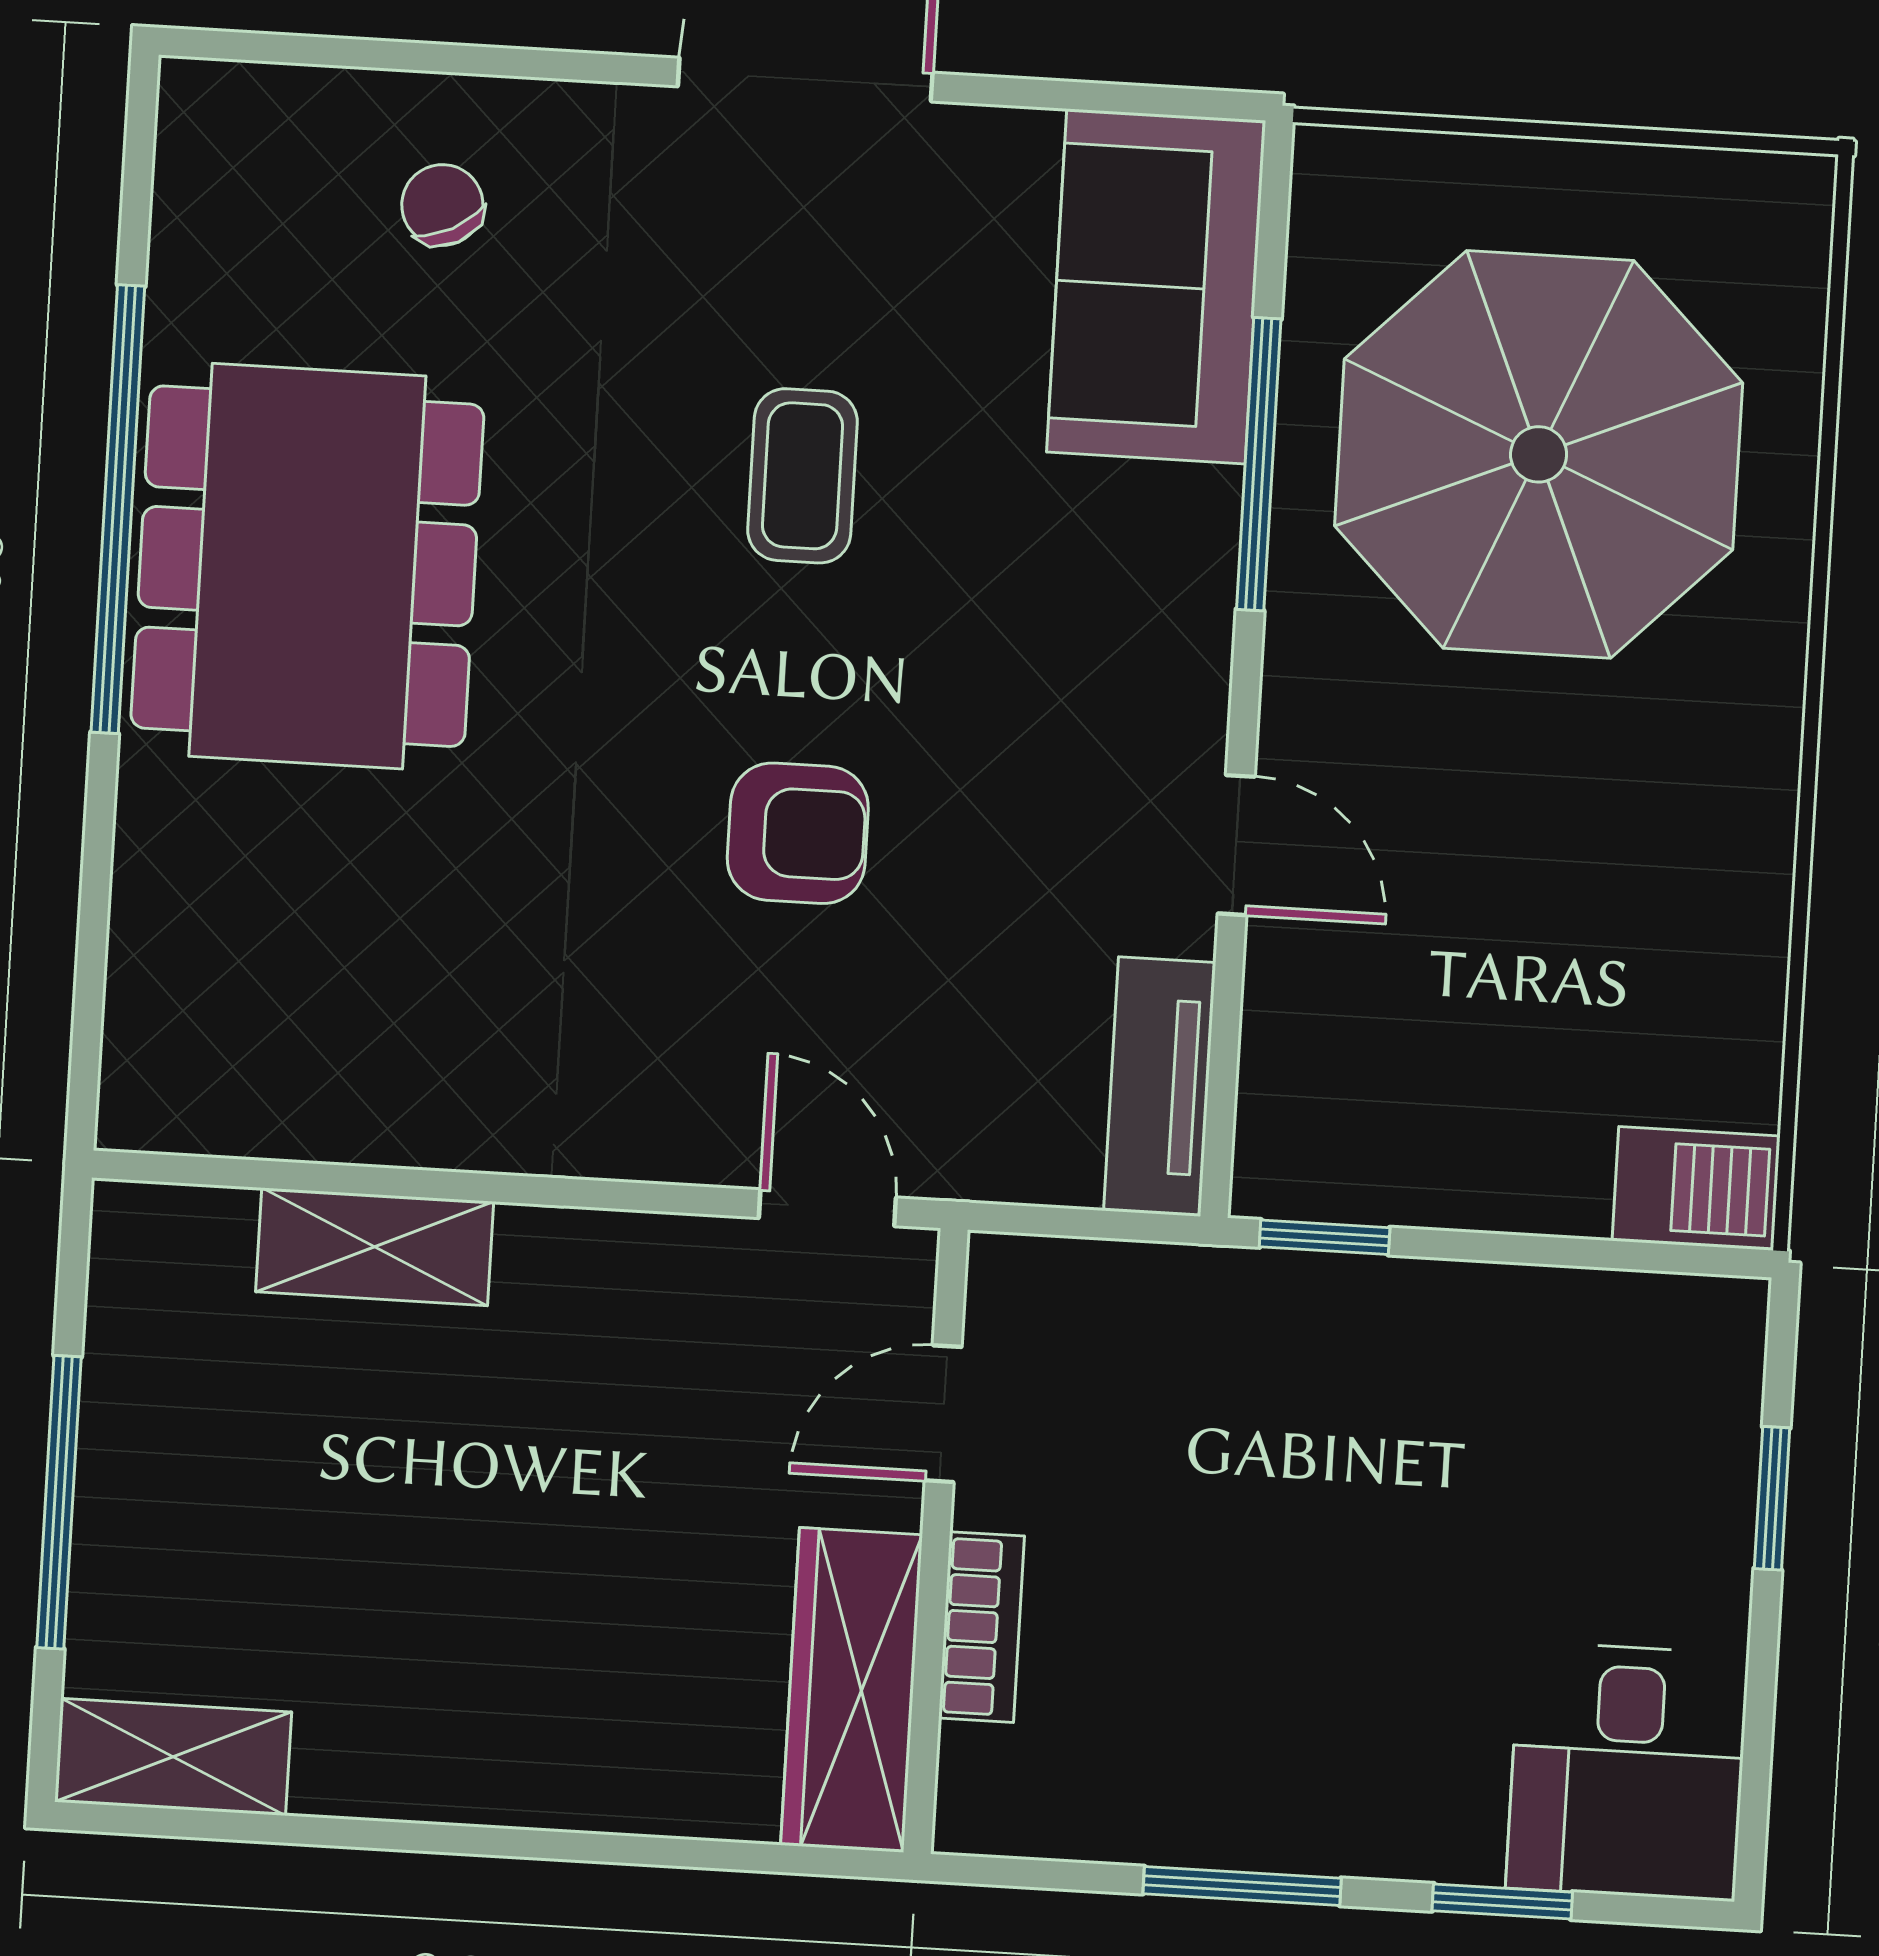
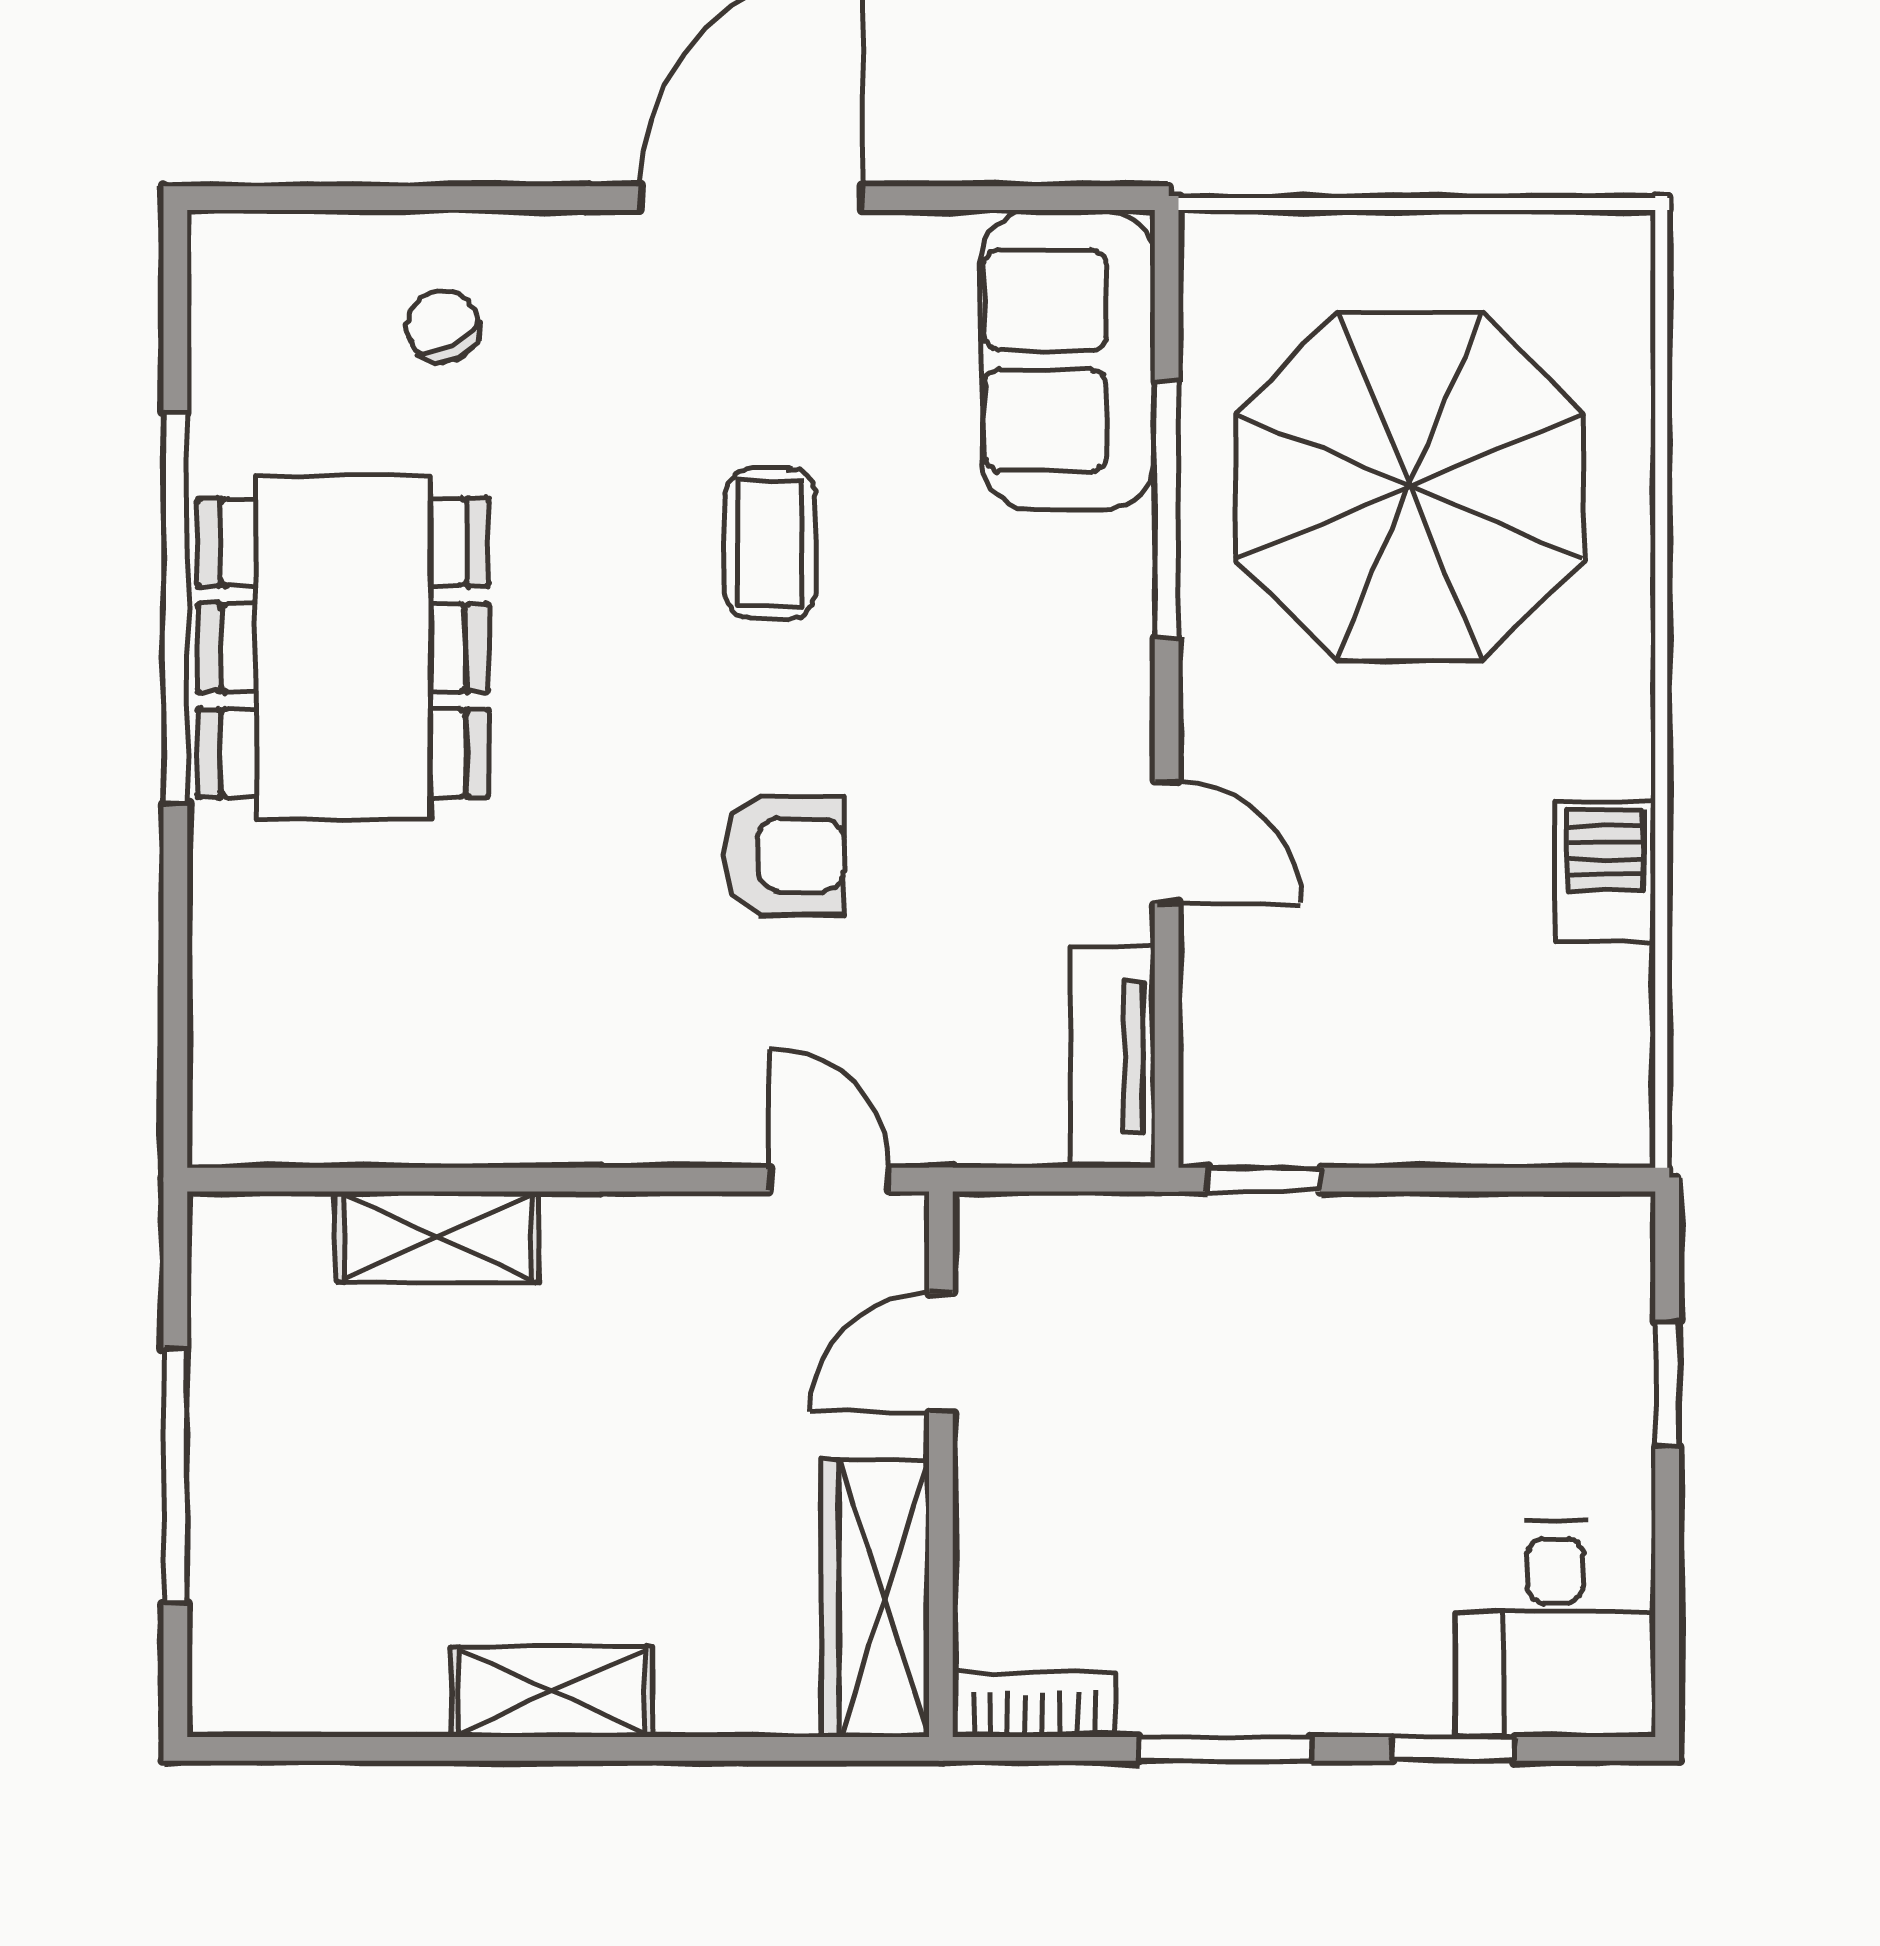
barbecue: (1696, 1188) -> (1605, 871), moved, turned -90
bookcase: (981, 1627) -> (1034, 1704), moved, turned -90
shelving: (173, 1757) -> (552, 1692), moved

